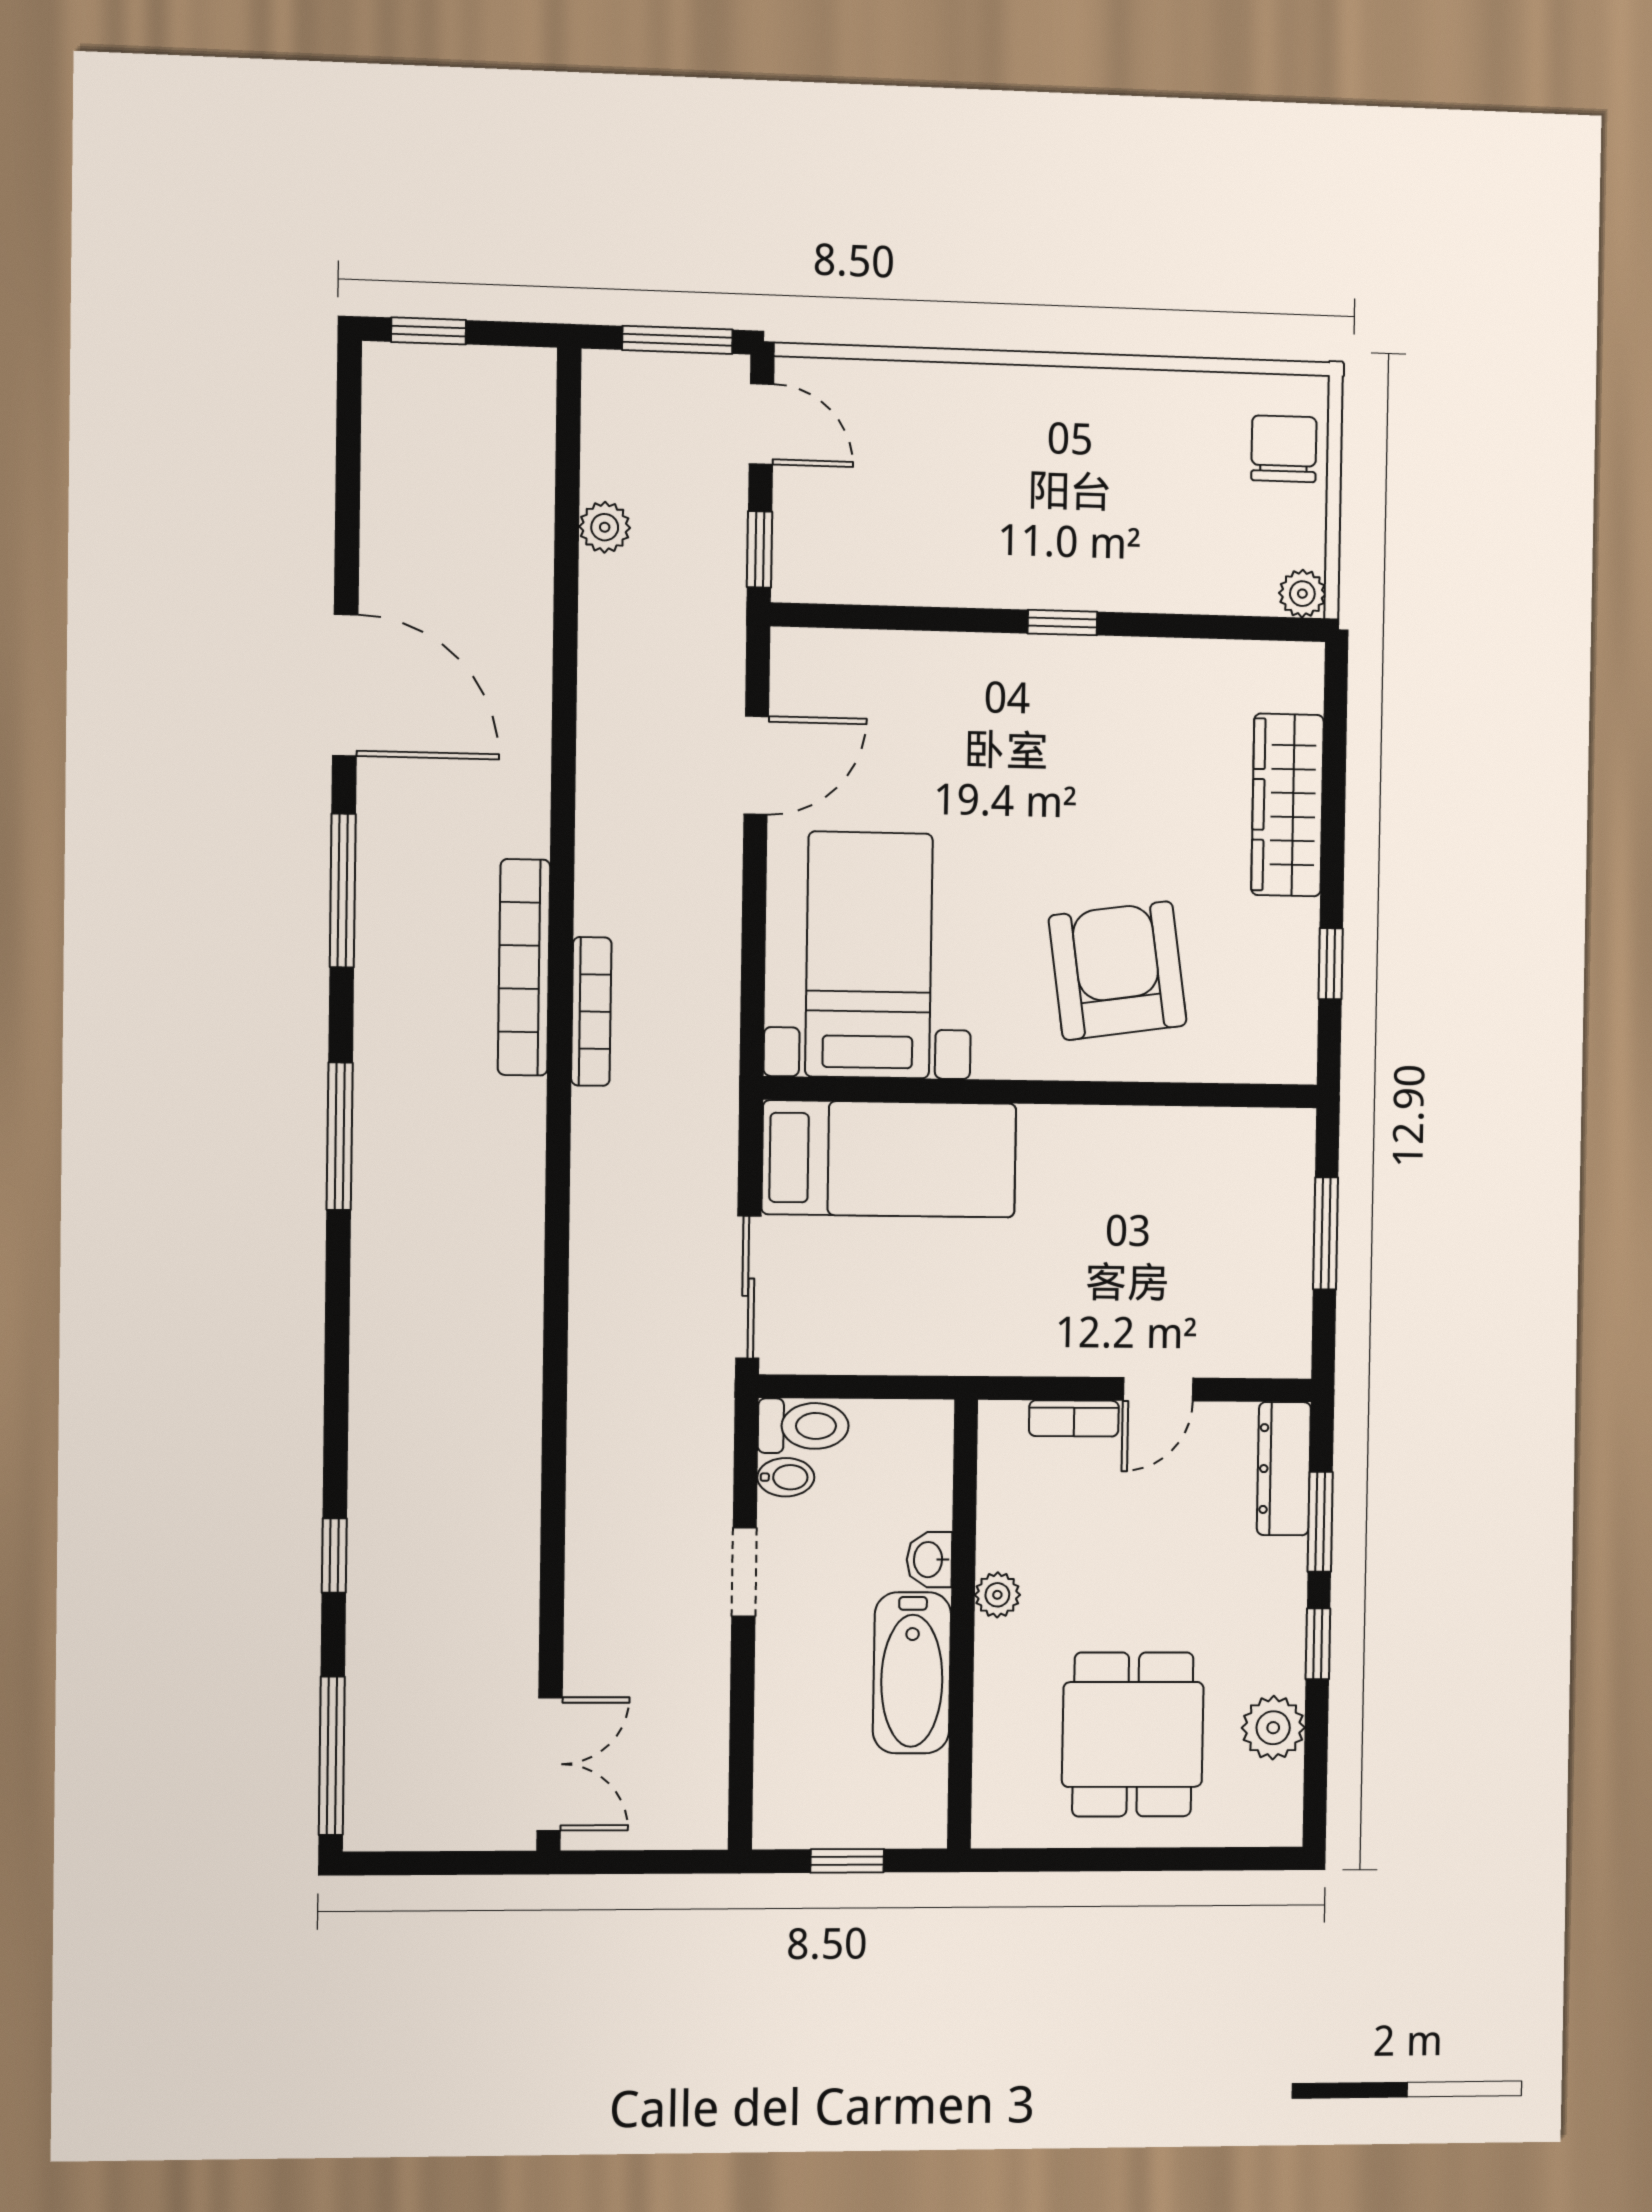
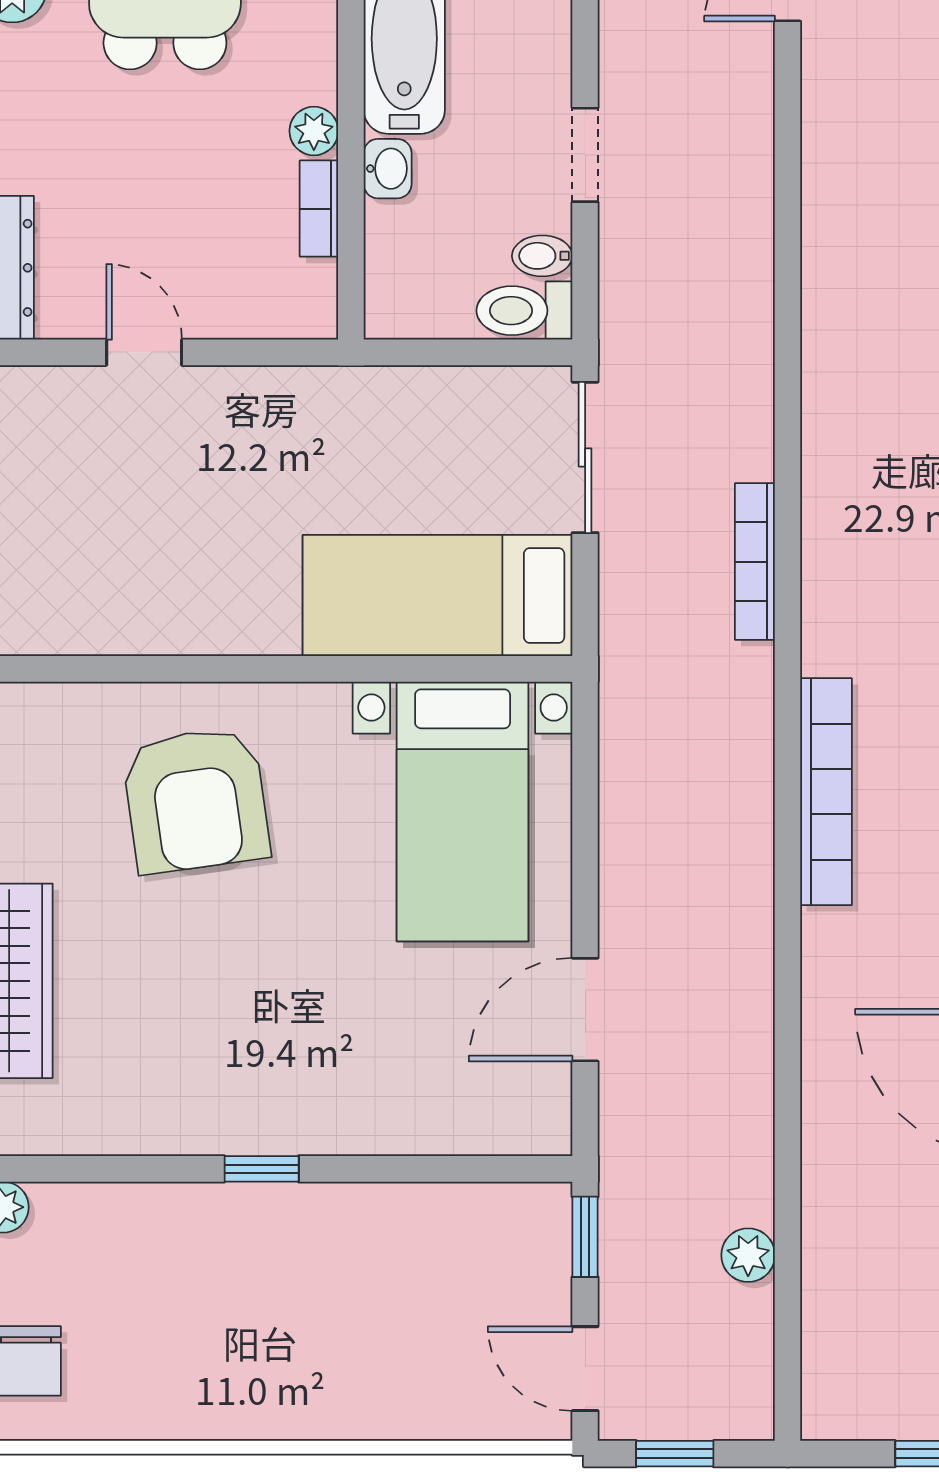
window: (677, 340) -> (675, 1454), width x0.67
bookcase: (591, 1011) -> (755, 562), moved
door: (1158, 1389) -> (144, 352), hinge flipped
bookcase: (1074, 1418) -> (319, 209), moved, turned -90

